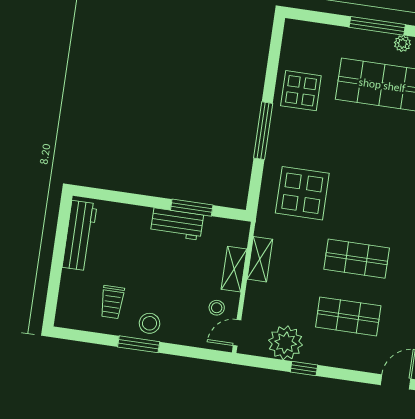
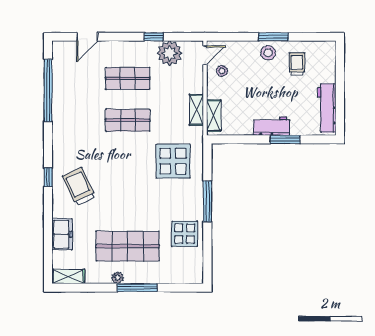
window: (192, 208) -> (285, 139), moved
workbench: (177, 224) -> (272, 126), moved
shelving: (234, 269) -> (214, 116), moved

